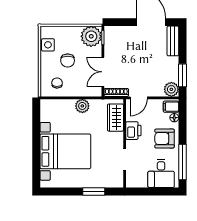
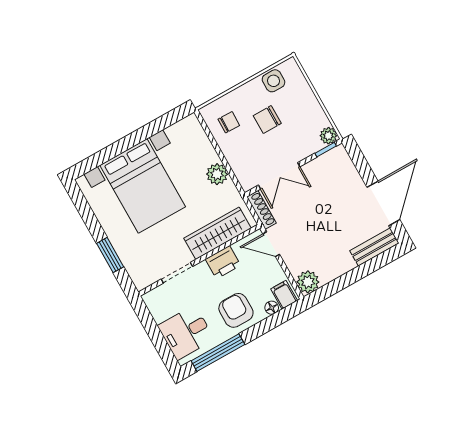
plant: (91, 36) -> (328, 136), width x0.53, depth x0.53
double door: (103, 72) -> (279, 176), swing flipped
window: (182, 75) -> (335, 286), removed
wardrobe: (115, 118) -> (218, 233), width x1.50

